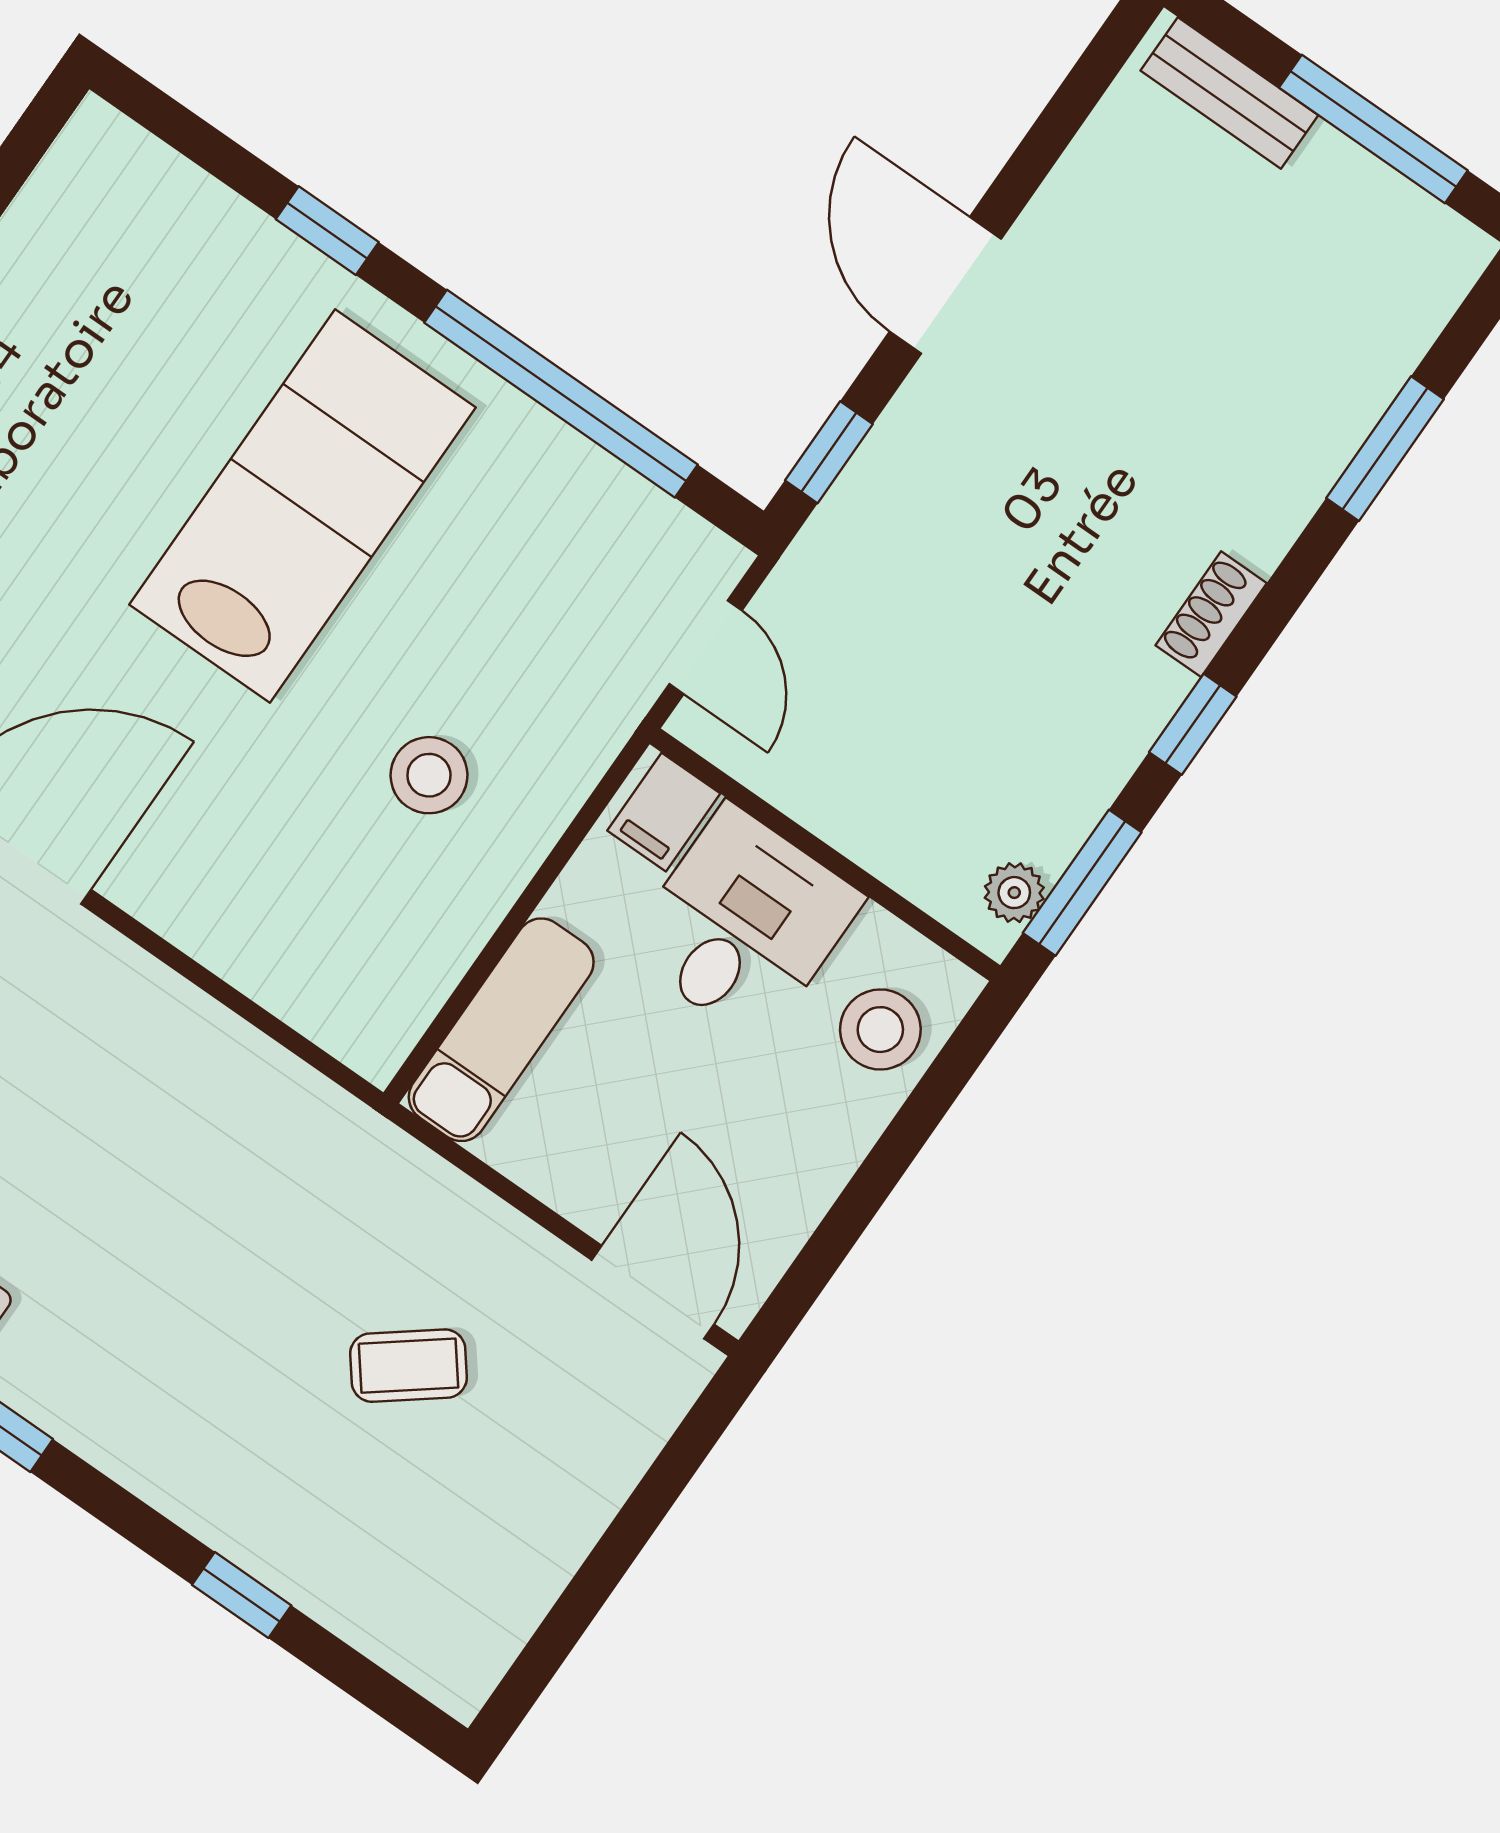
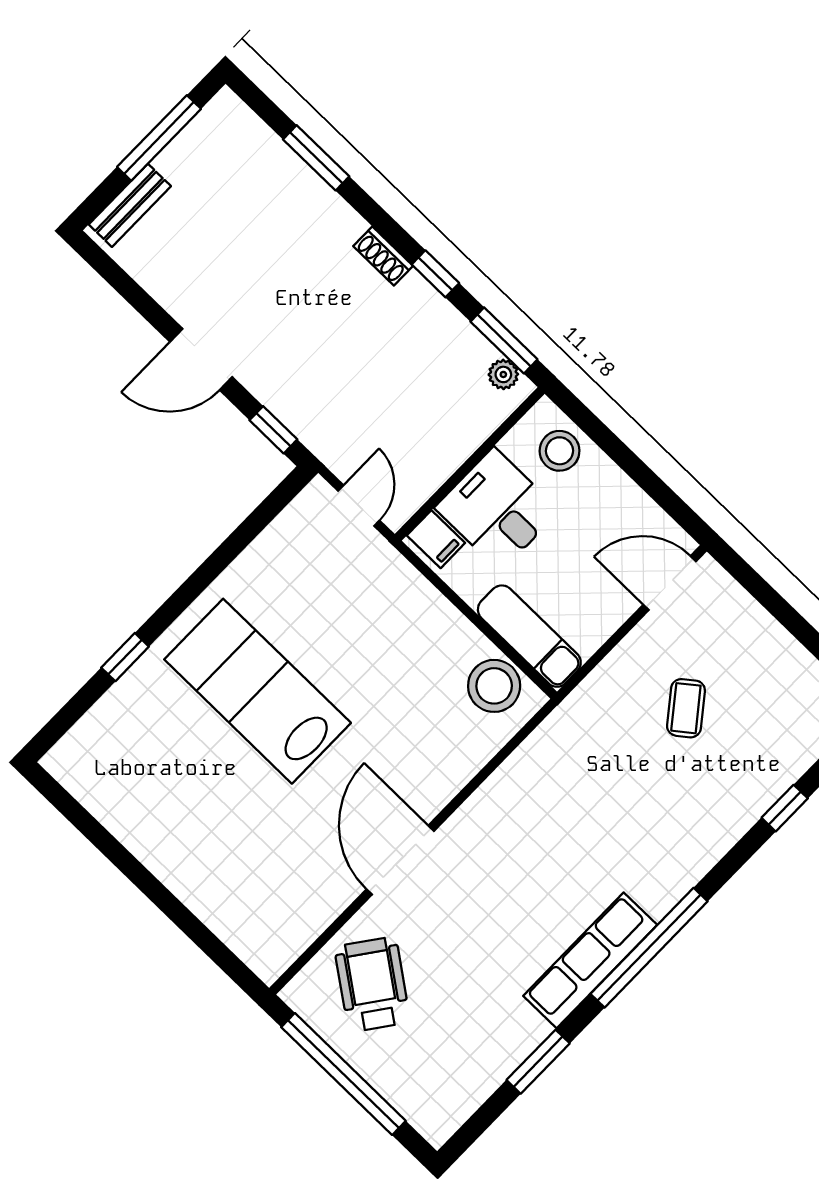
window: (561, 394) -> (223, 556), removed
door: (706, 647) -> (359, 506), hinge flipped
stool: (429, 775) -> (494, 686), moved, width x1.38, depth x1.38

